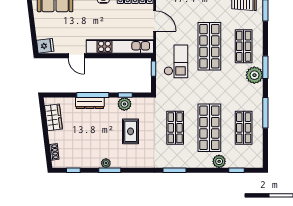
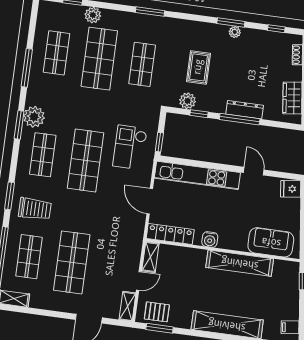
plant: (124, 104) -> (188, 101), moved

